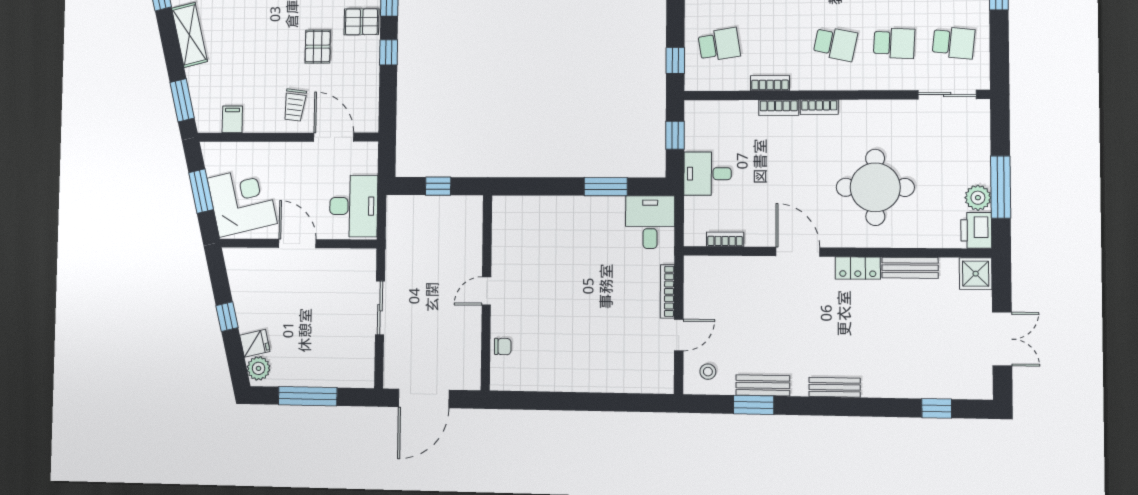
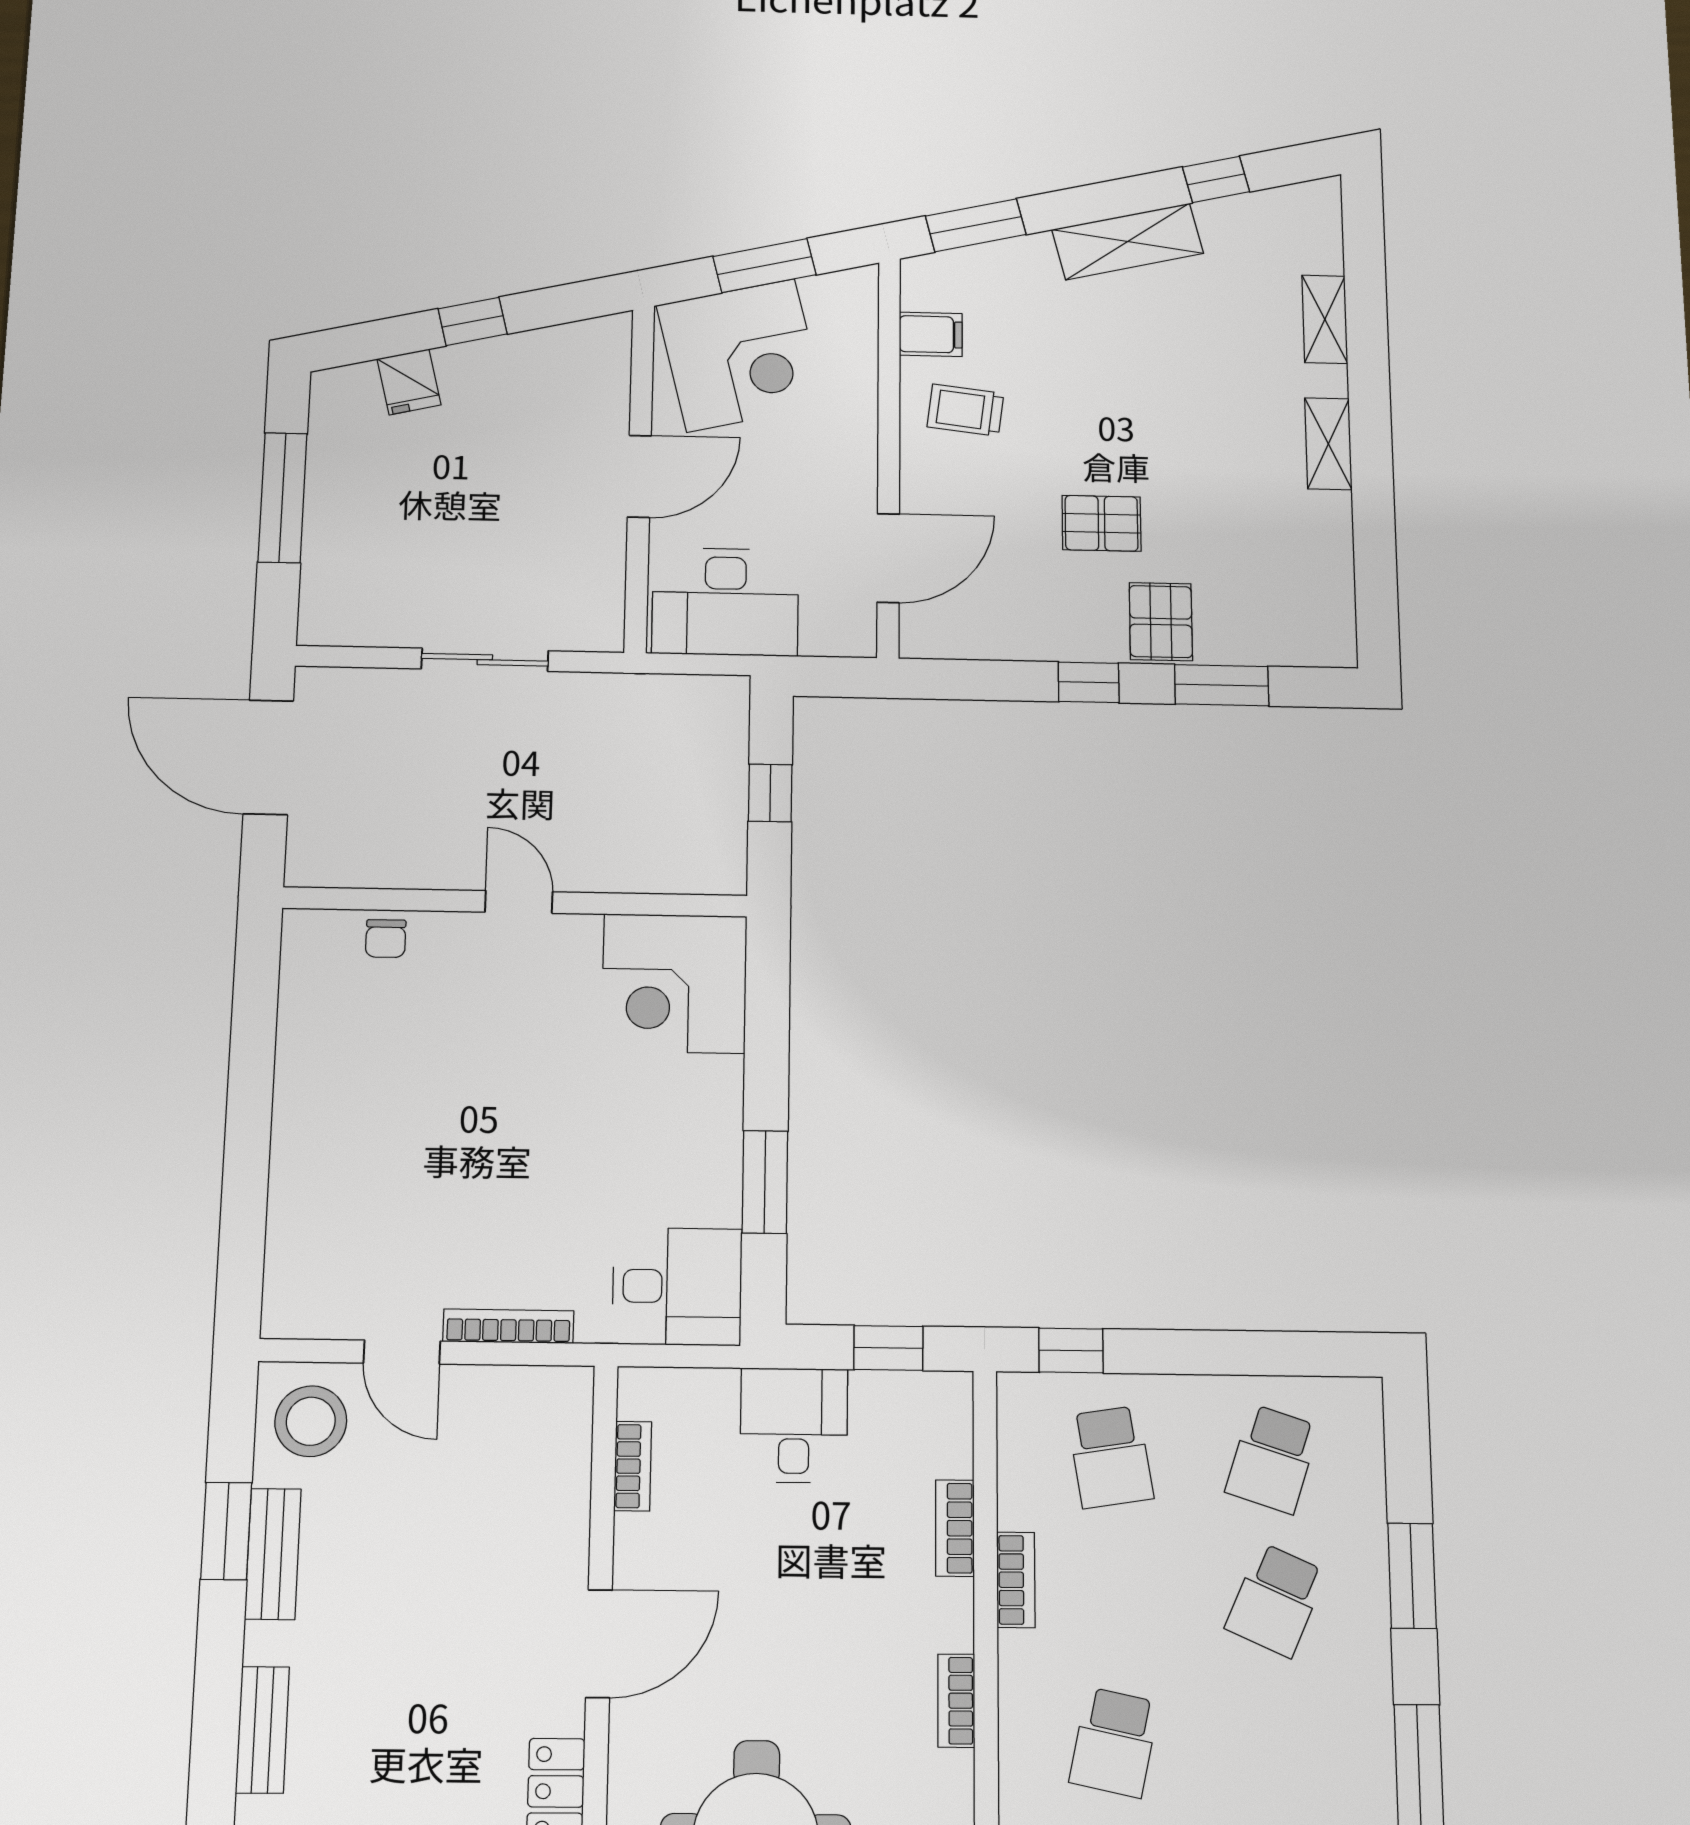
trolley: (295, 105) -> (965, 410), moved
bookcase: (779, 108) -> (955, 1528), moved
corner desk: (521, 225) -> (674, 983), added
plant: (259, 368) -> (351, 390), removed
stool: (708, 372) -> (311, 1421), width x1.89, depth x1.89

